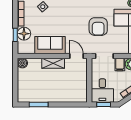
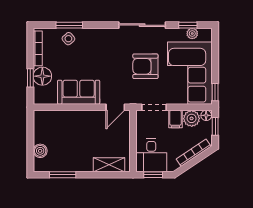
armchair: (98, 27) -> (145, 66), turned 90
door: (76, 56) -> (115, 107), swing flipped
boiler: (22, 63) -> (40, 151), moved
shelving: (53, 63) -> (109, 165), moved

